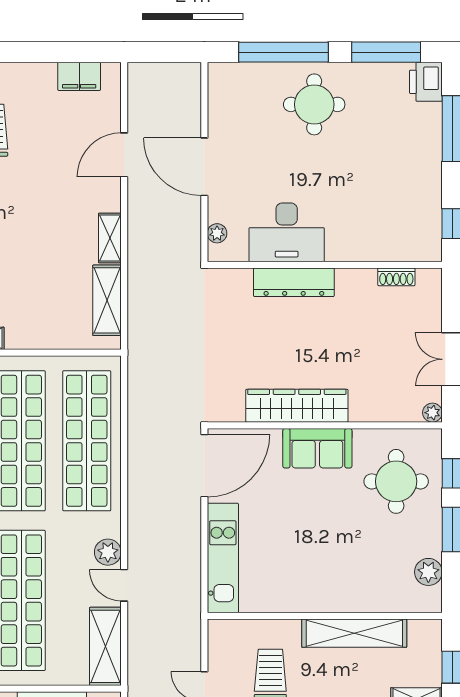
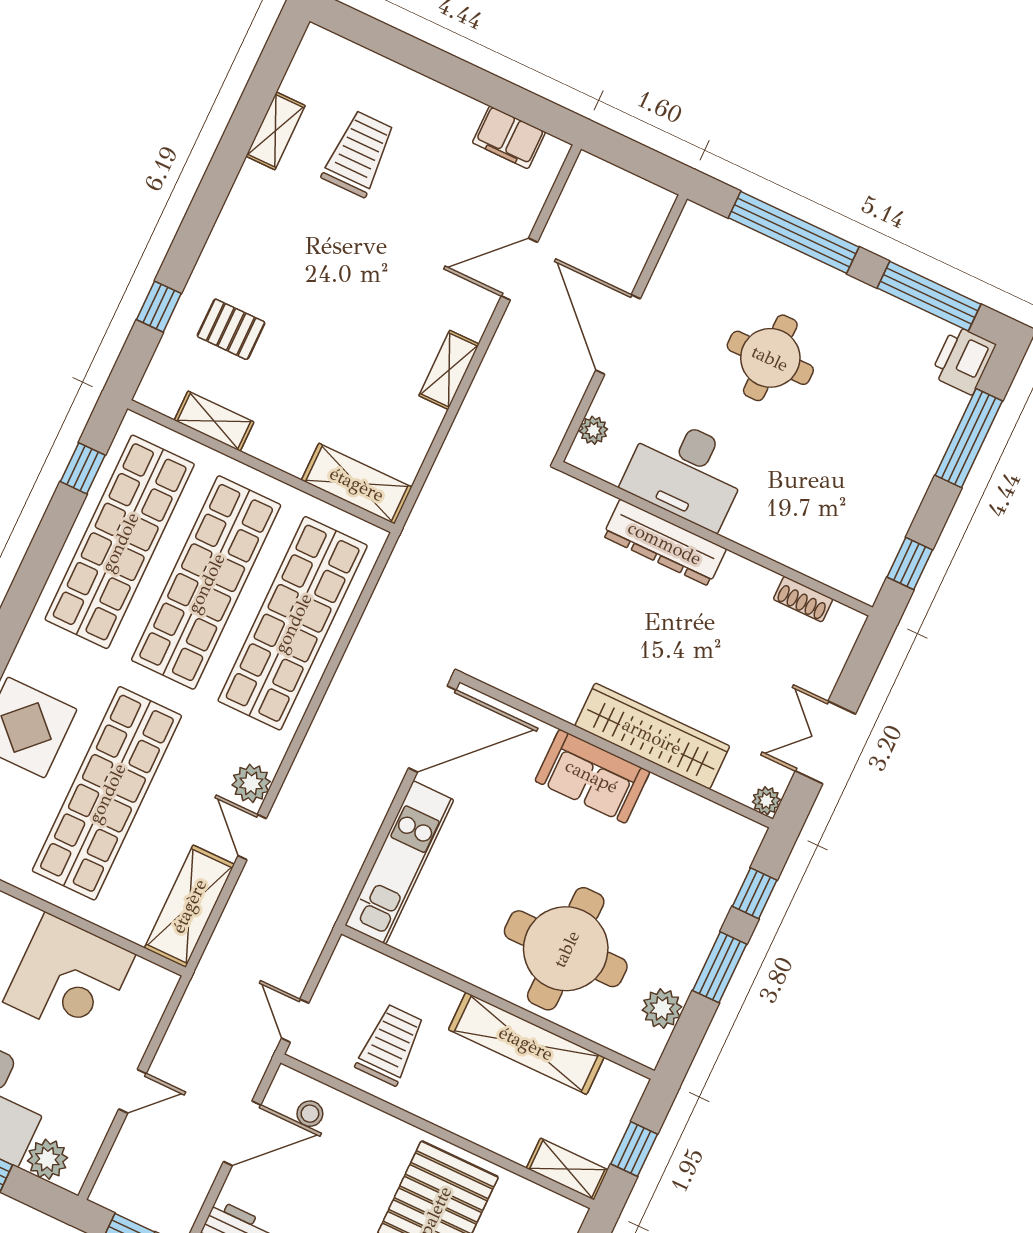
round table: (314, 104) -> (770, 358), moved
shelving: (107, 300) -> (357, 484), moved, turned 90
wardrobe: (297, 406) -> (652, 736), moved
round table: (396, 481) -> (566, 949), moved, width x1.36, depth x1.36

